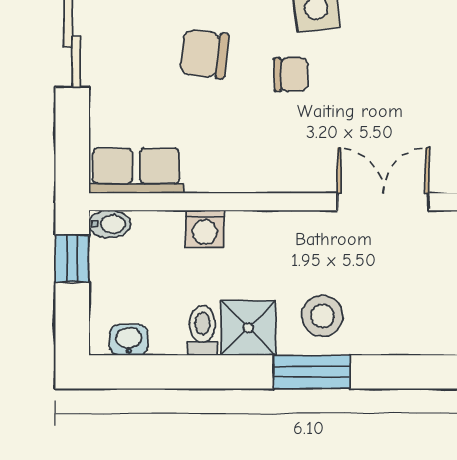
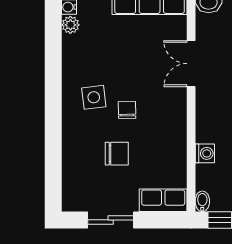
chair: (204, 54) -> (117, 154), turned -97
row of seats: (136, 171) -> (163, 200), moved, turned 90

